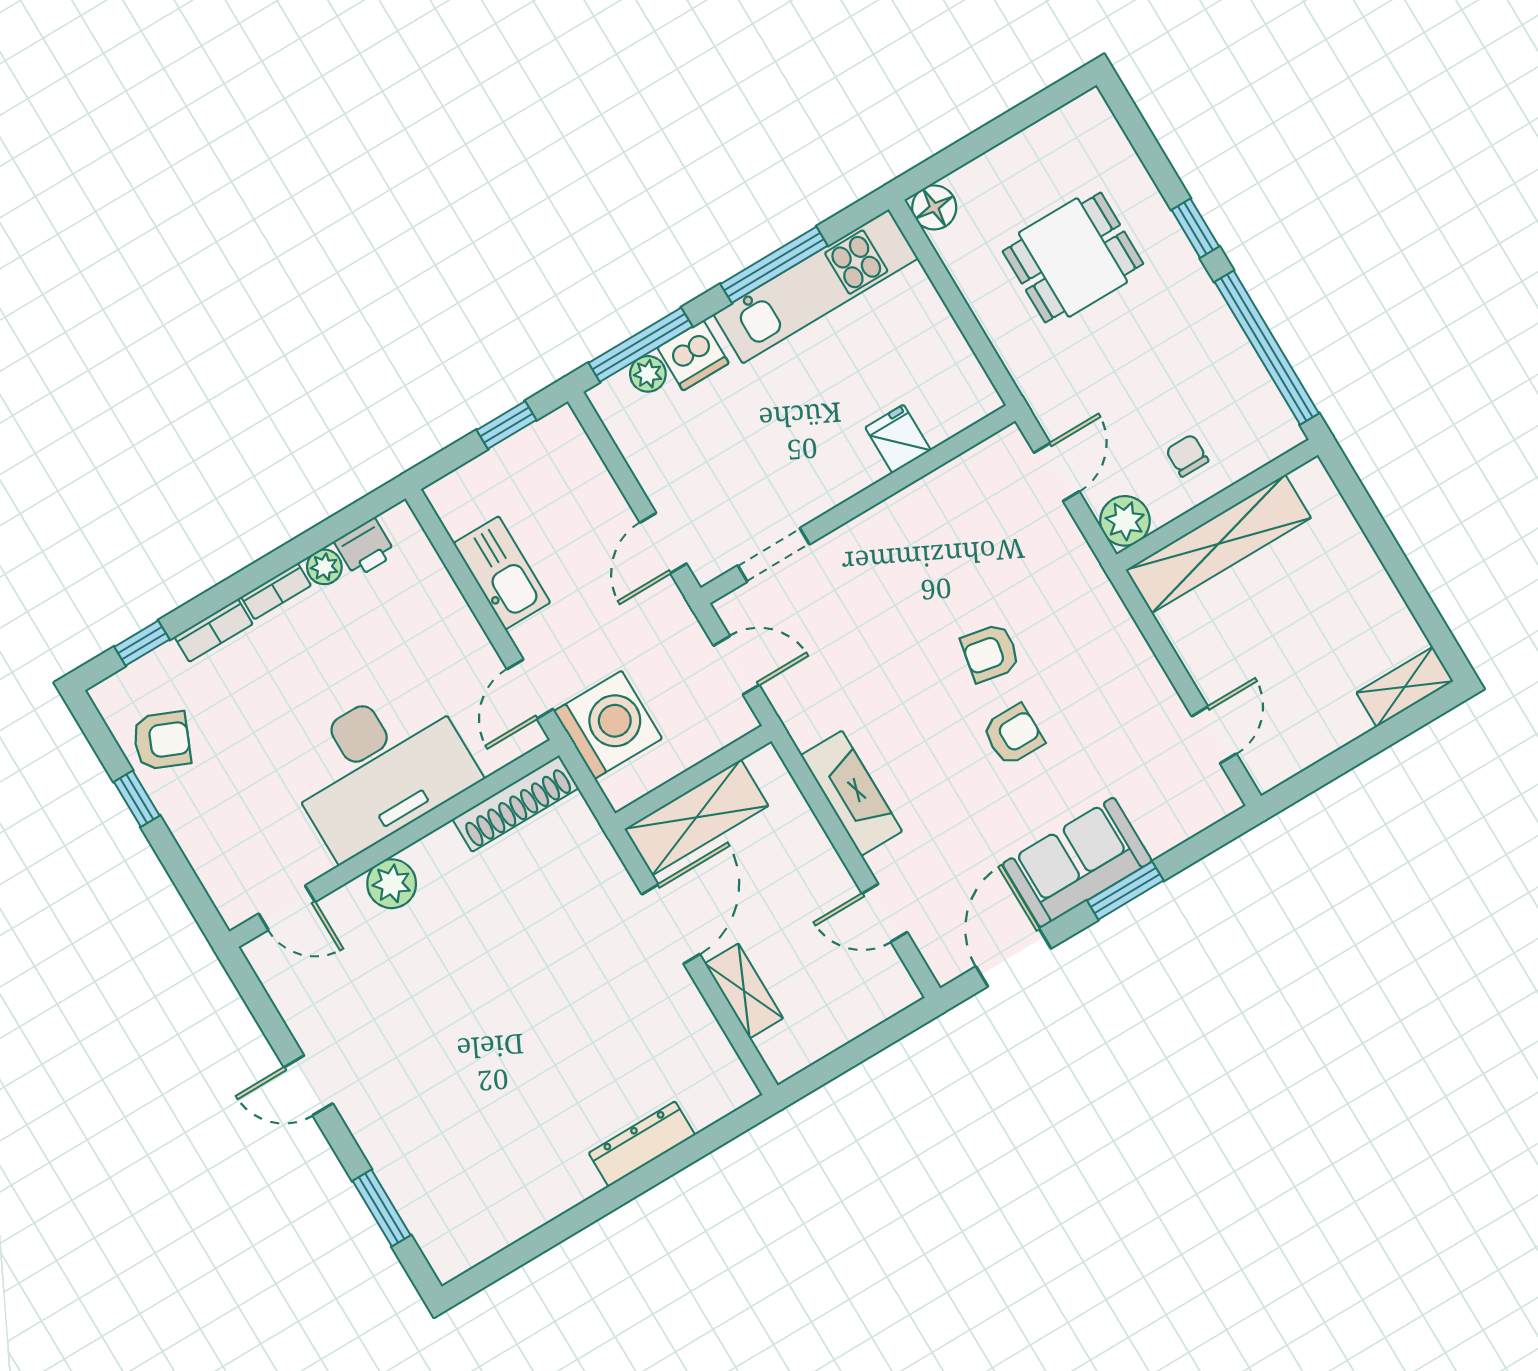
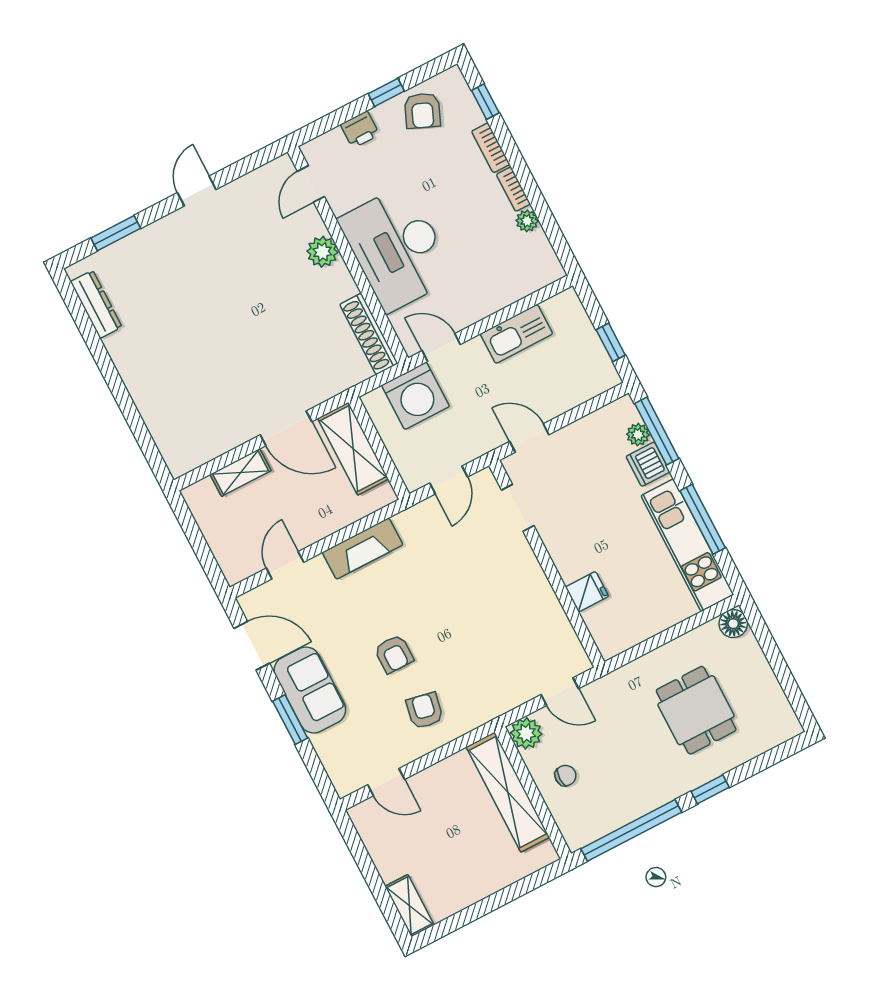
printer: (365, 548) -> (360, 130), moved, turned -90
armchair: (990, 653) -> (425, 711), moved
dresser: (642, 1144) -> (96, 304), moved

